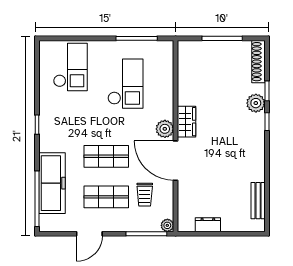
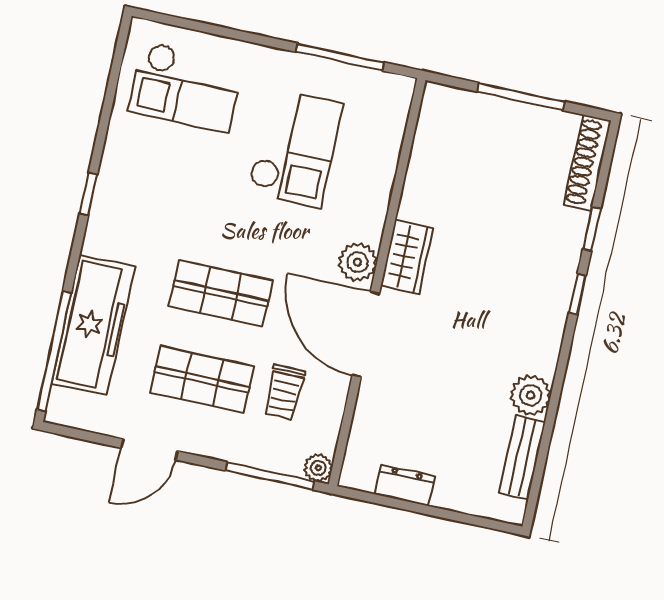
checkout: (70, 67) -> (186, 87), turned 90
plant: (256, 103) -> (531, 395), moved

